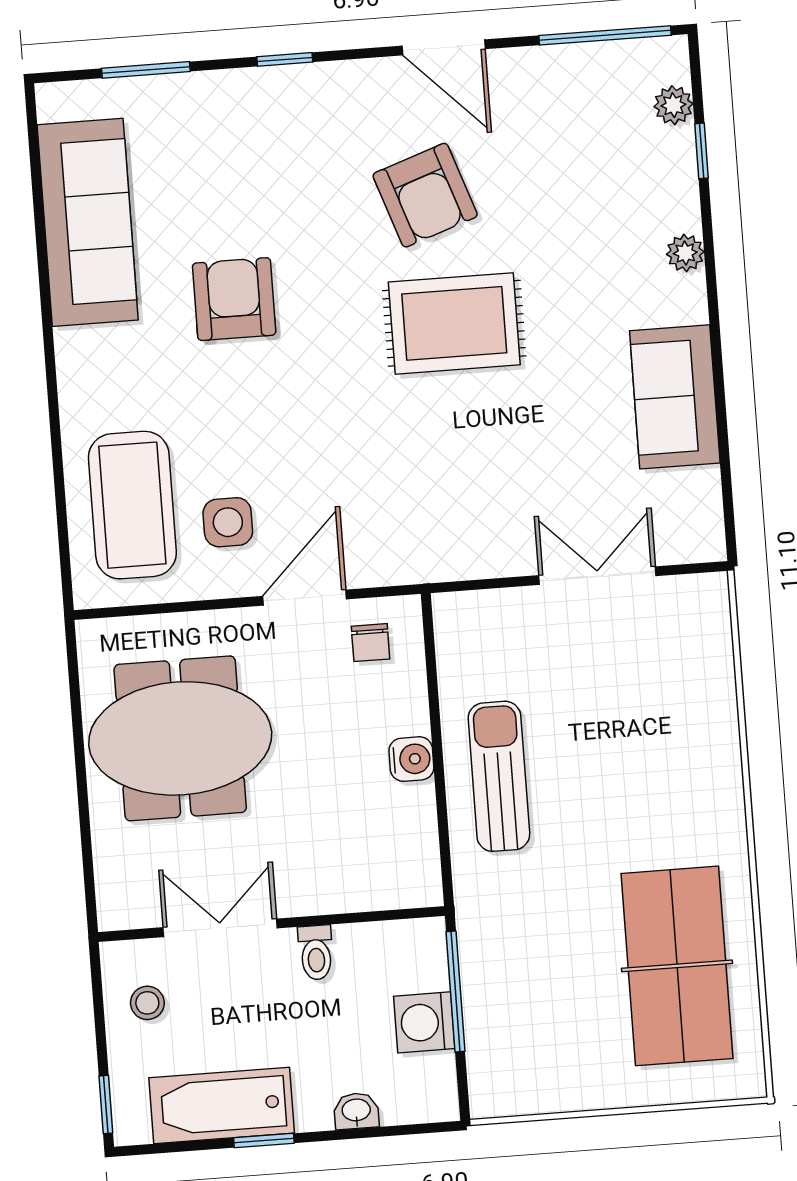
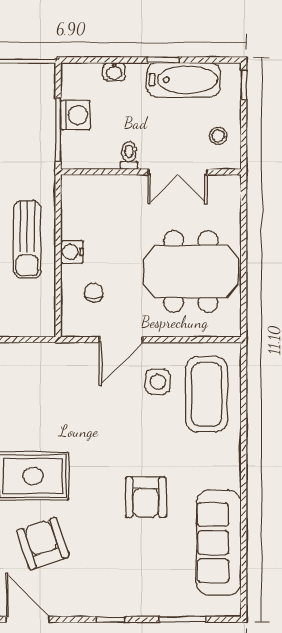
chair: (371, 643) -> (93, 293), moved

